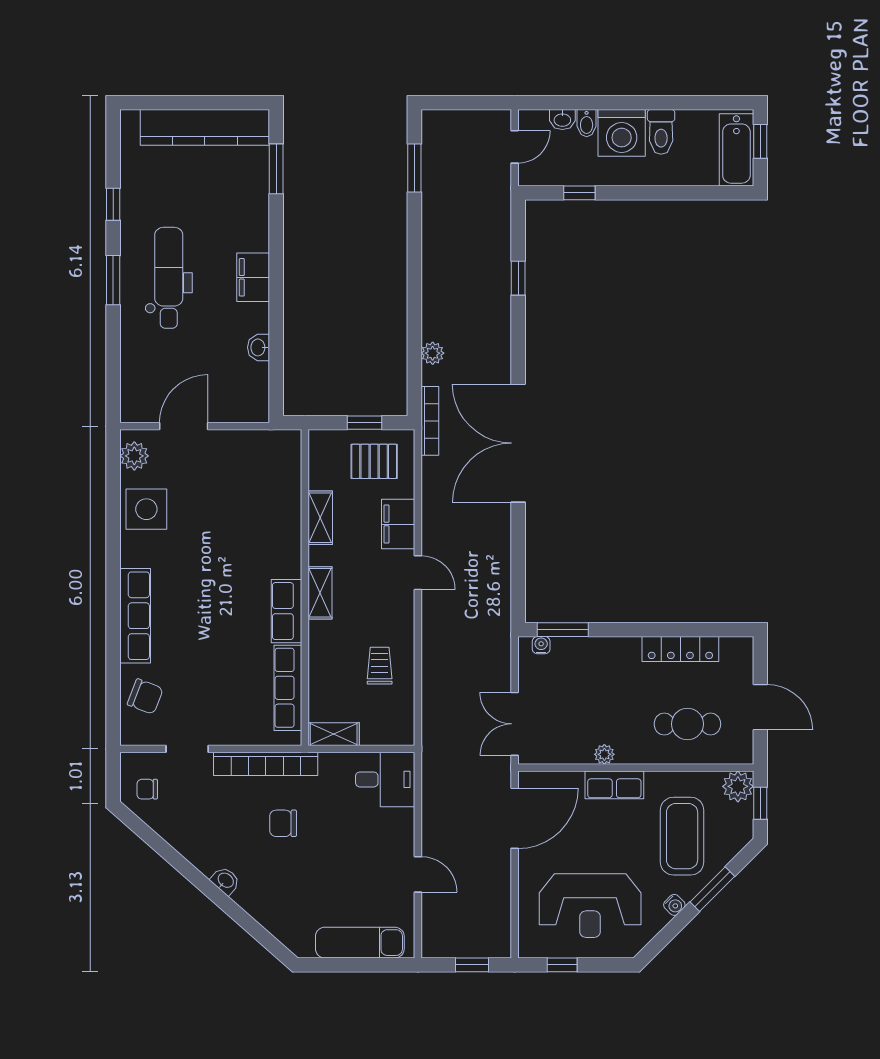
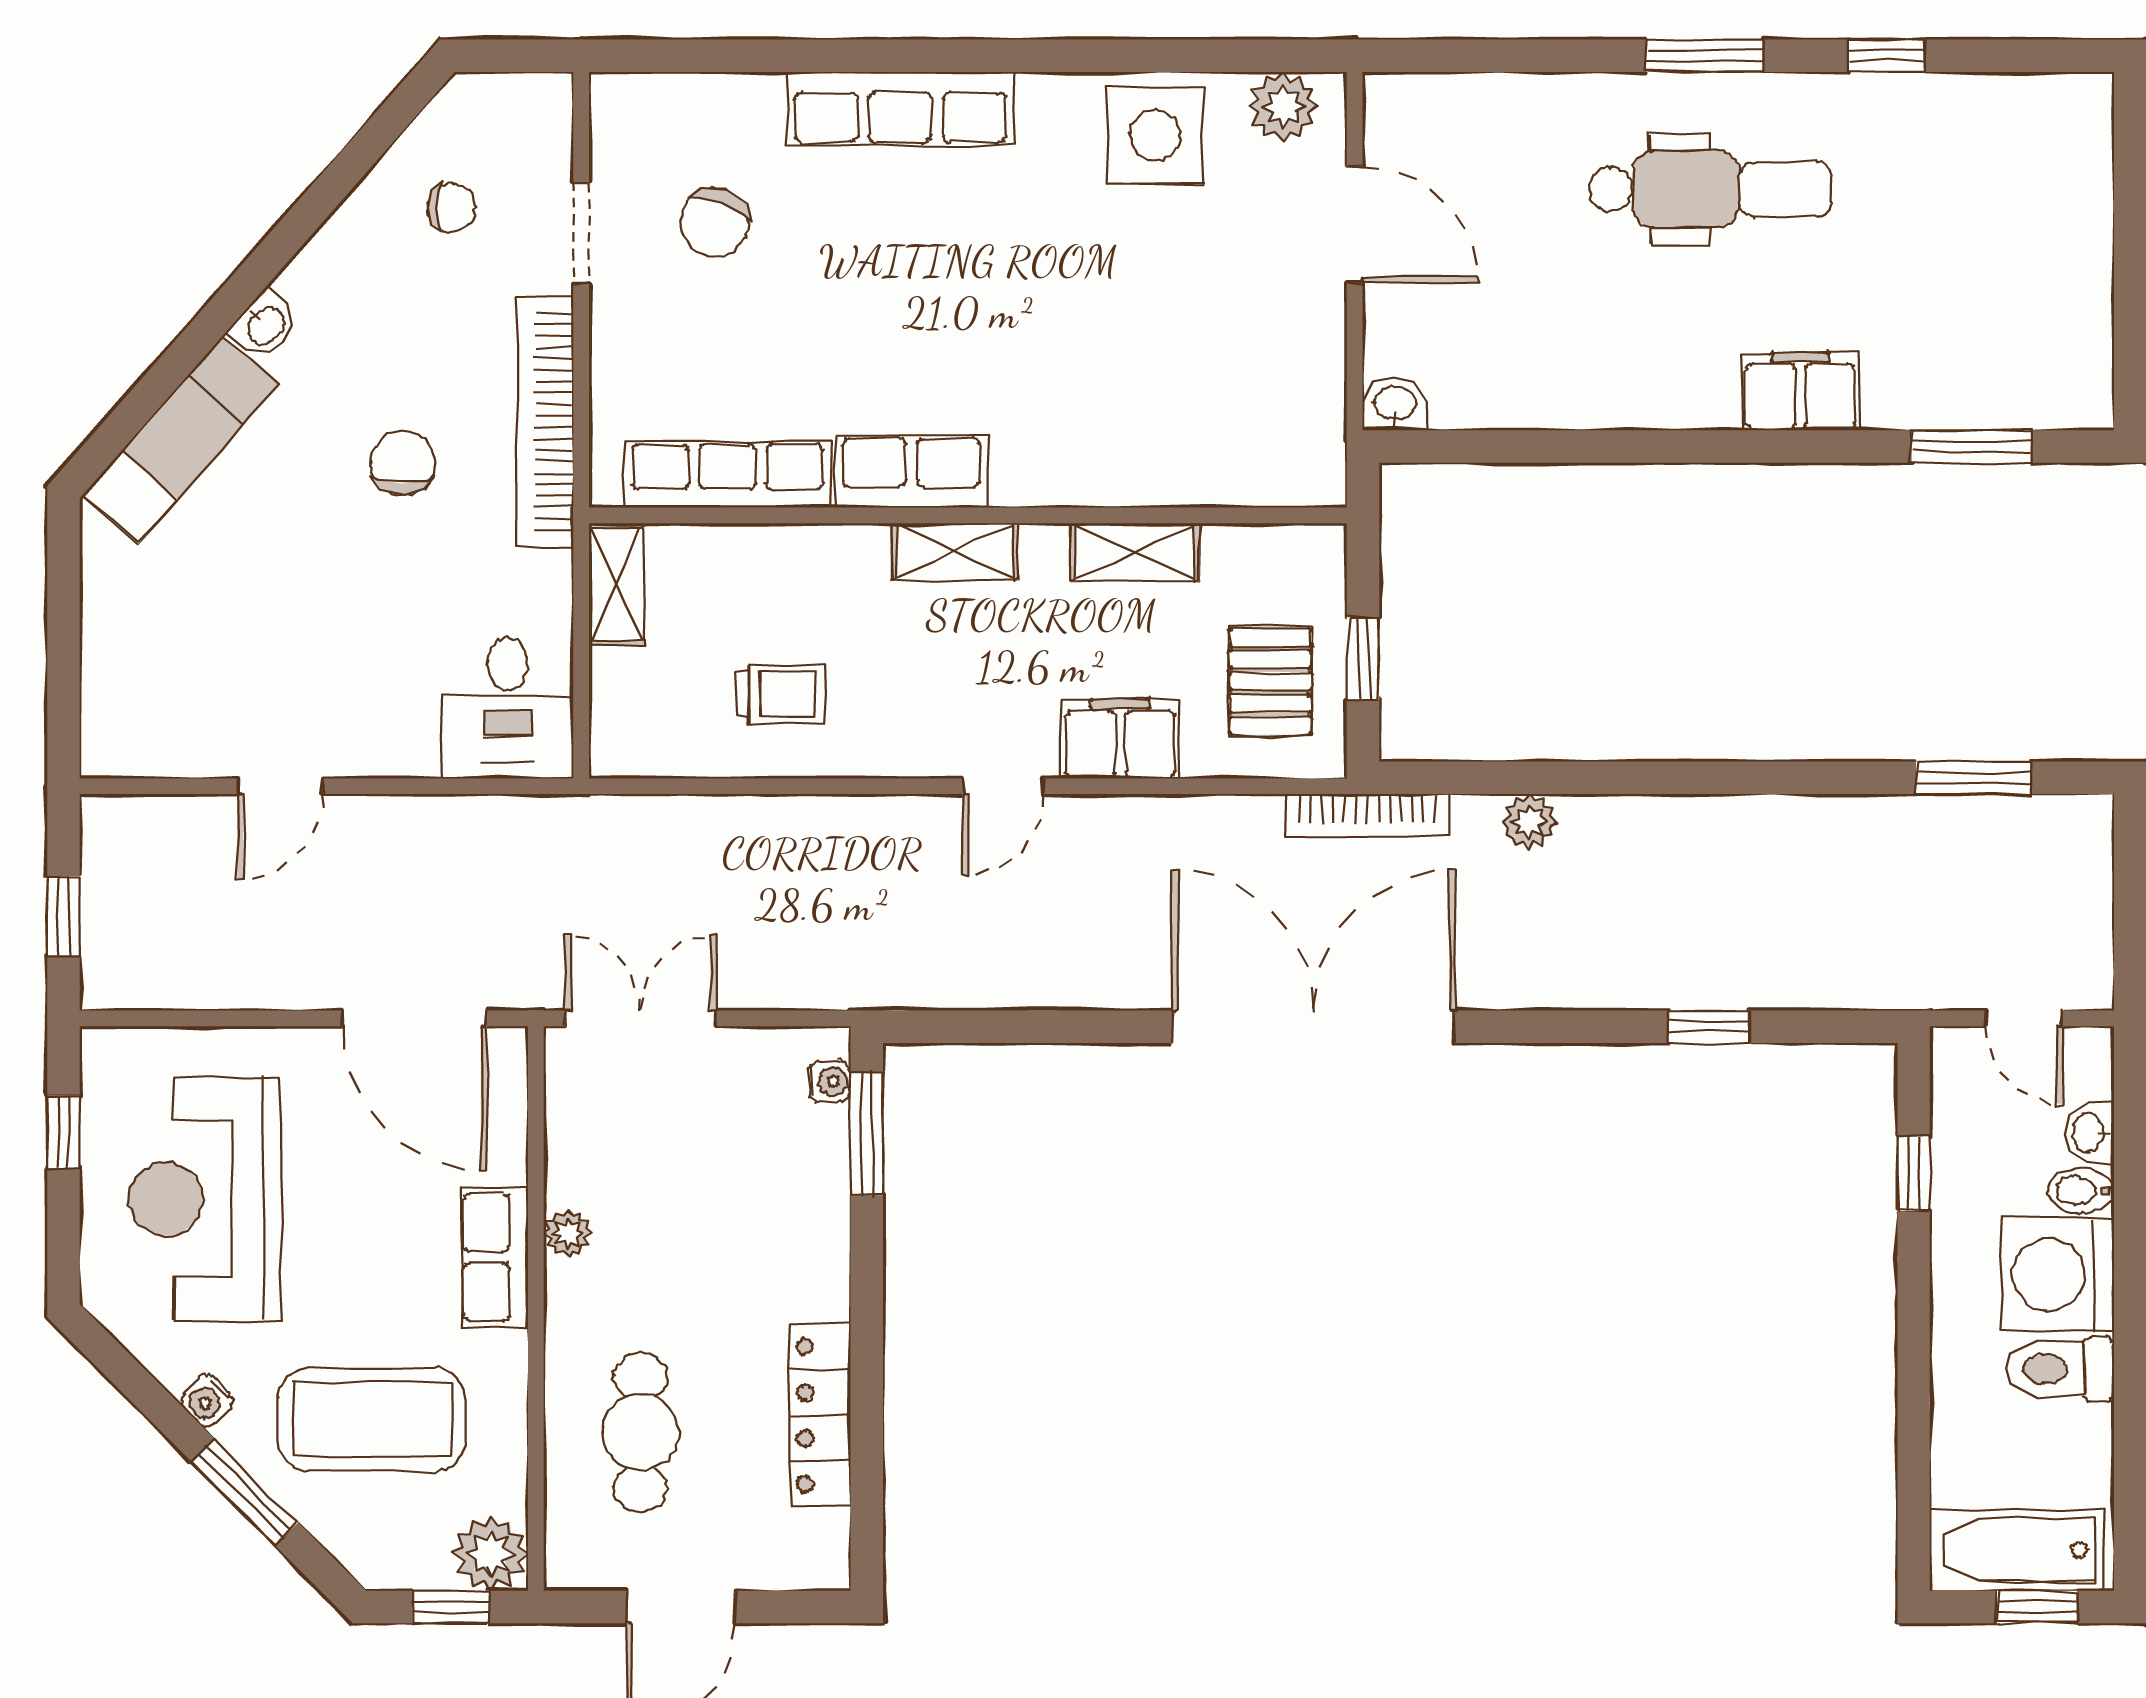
kitchen counter: (205, 127) -> (2071, 276), removed
filing cabinet: (253, 277) -> (1800, 391), moved
washbasin: (259, 347) -> (1395, 404), moved
chair: (145, 697) -> (715, 222), moved
chair: (147, 789) -> (452, 207), moved, turned 90
exam couch: (360, 943) -> (181, 439), moved, turned 41

